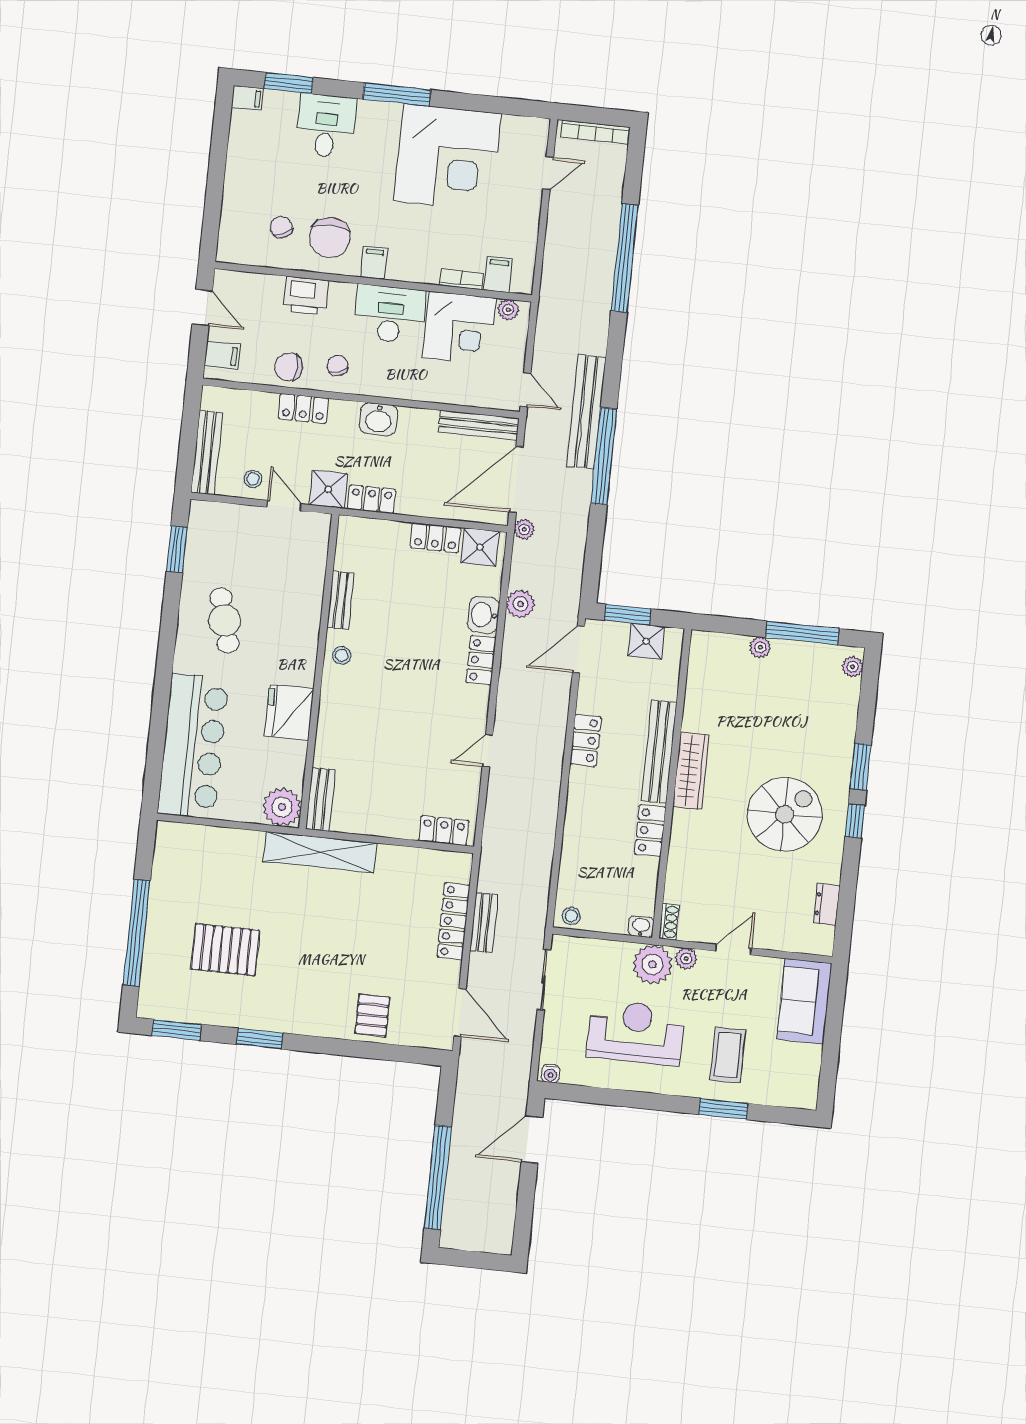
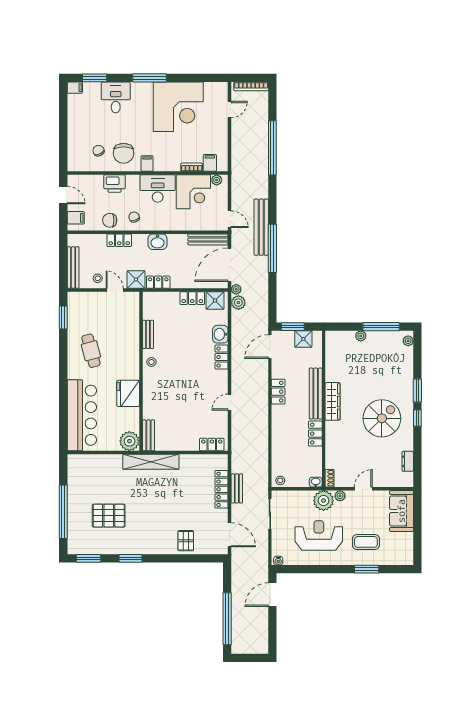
plant: (520, 604) -> (238, 303), moved
coffee table: (728, 1055) -> (366, 542), turned 90

